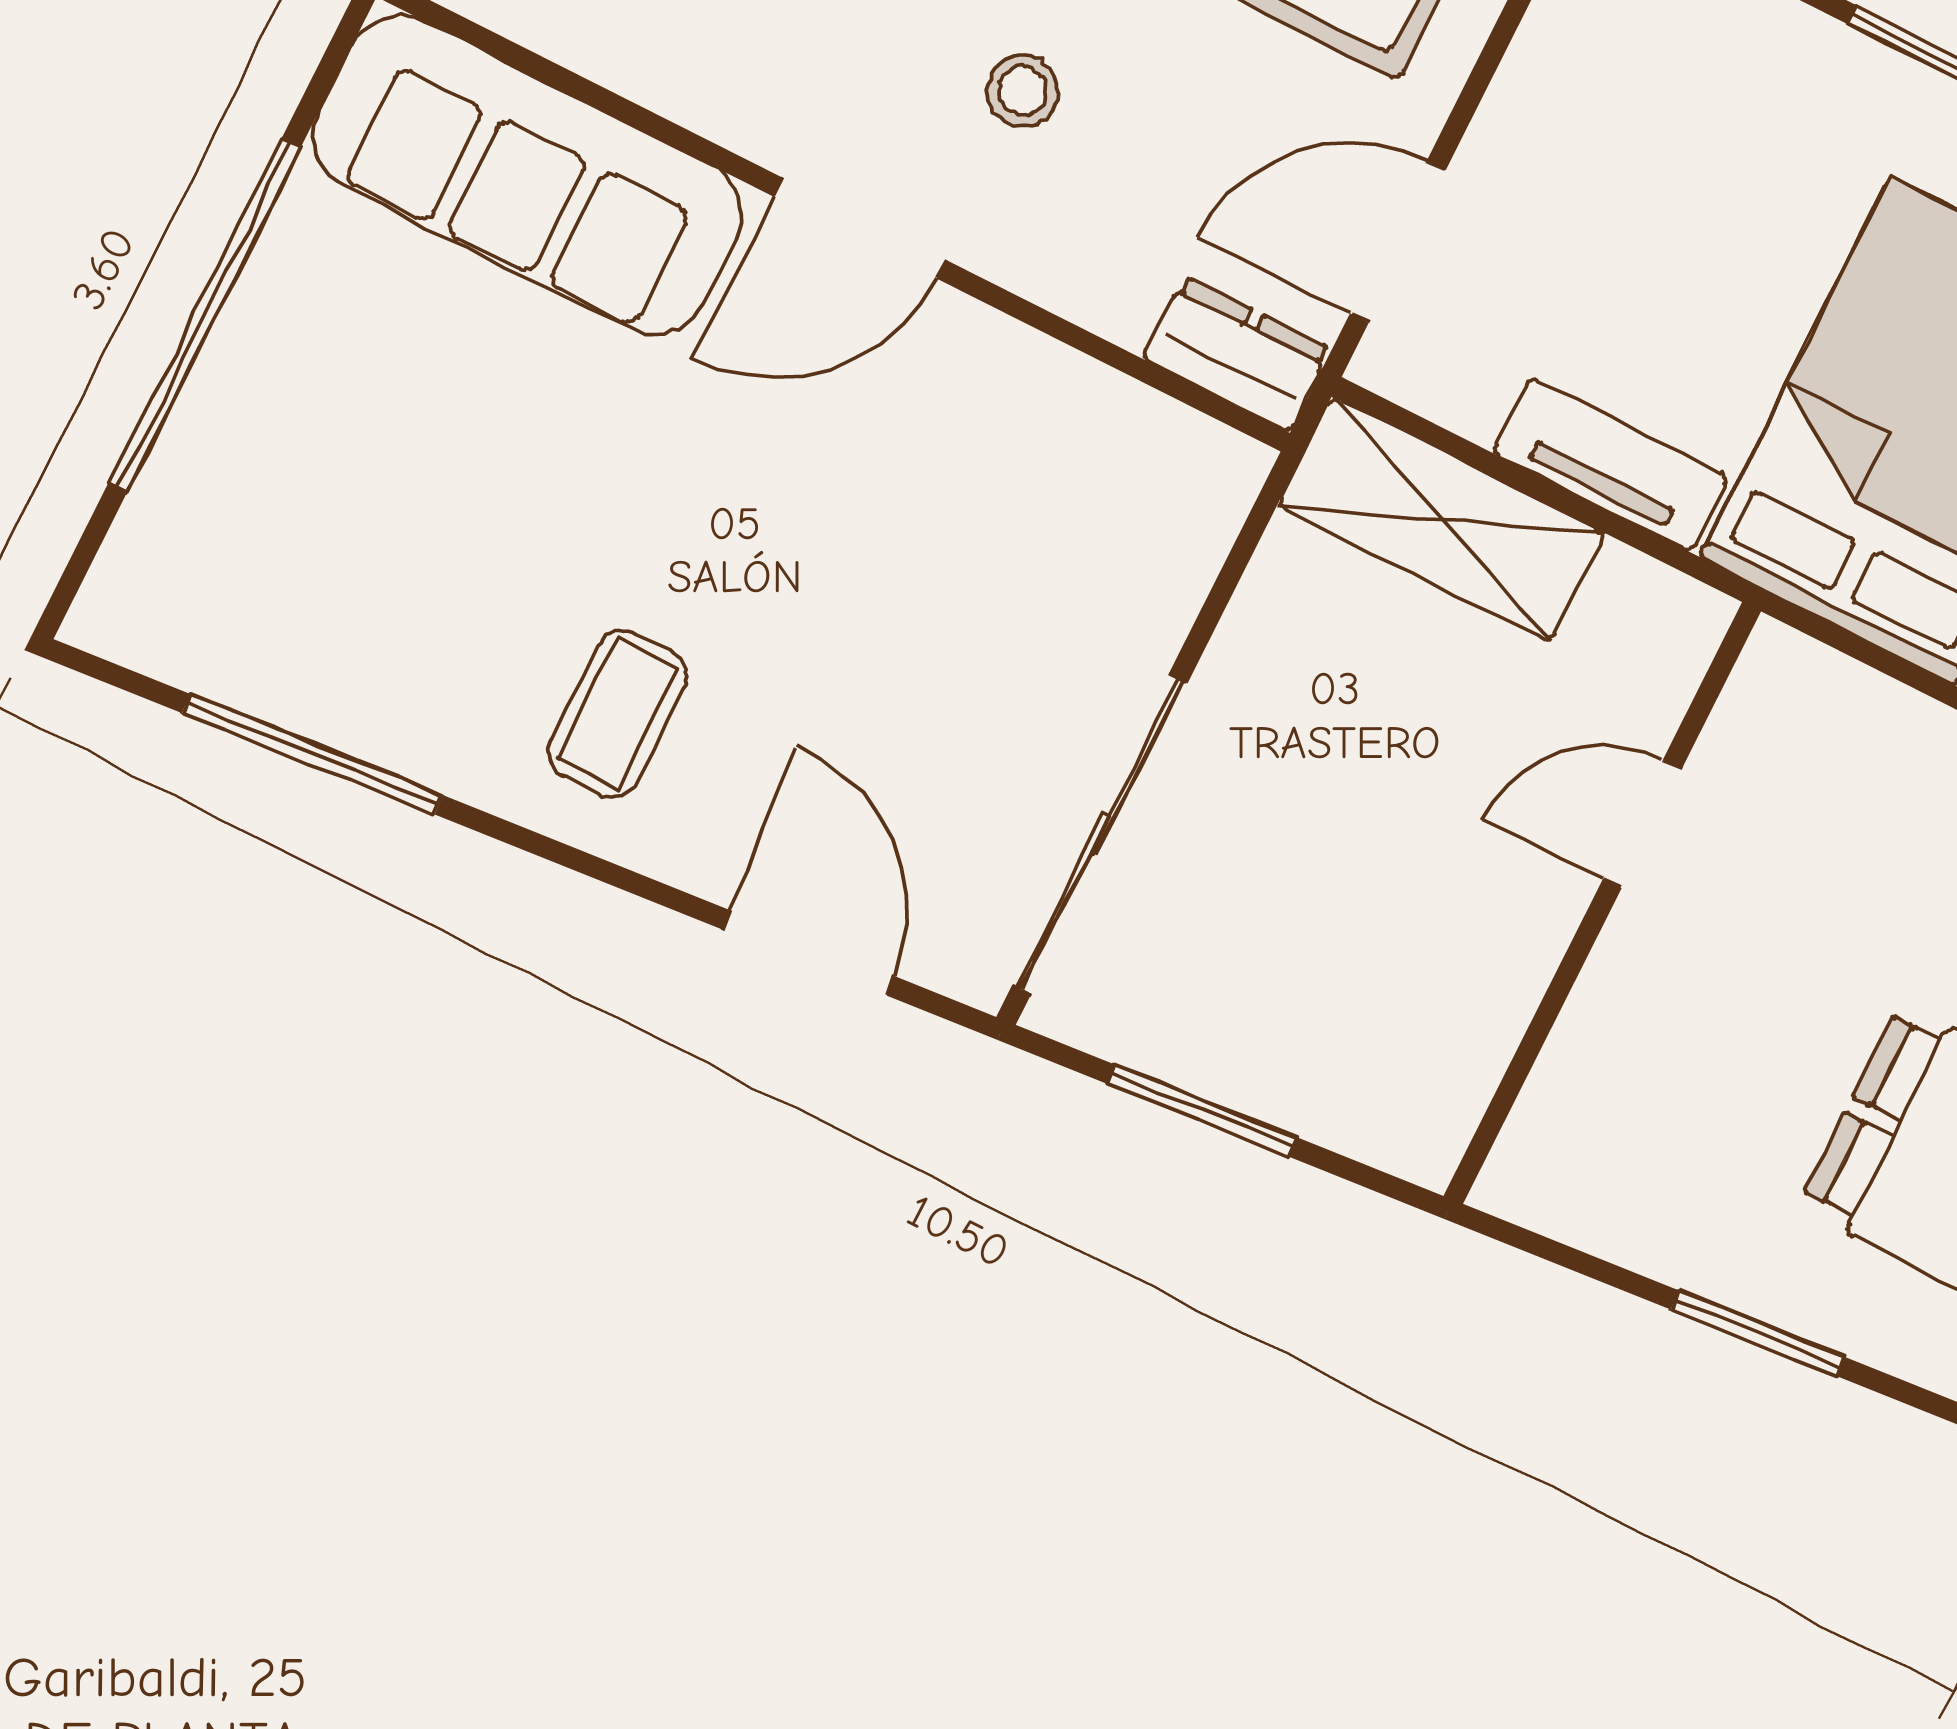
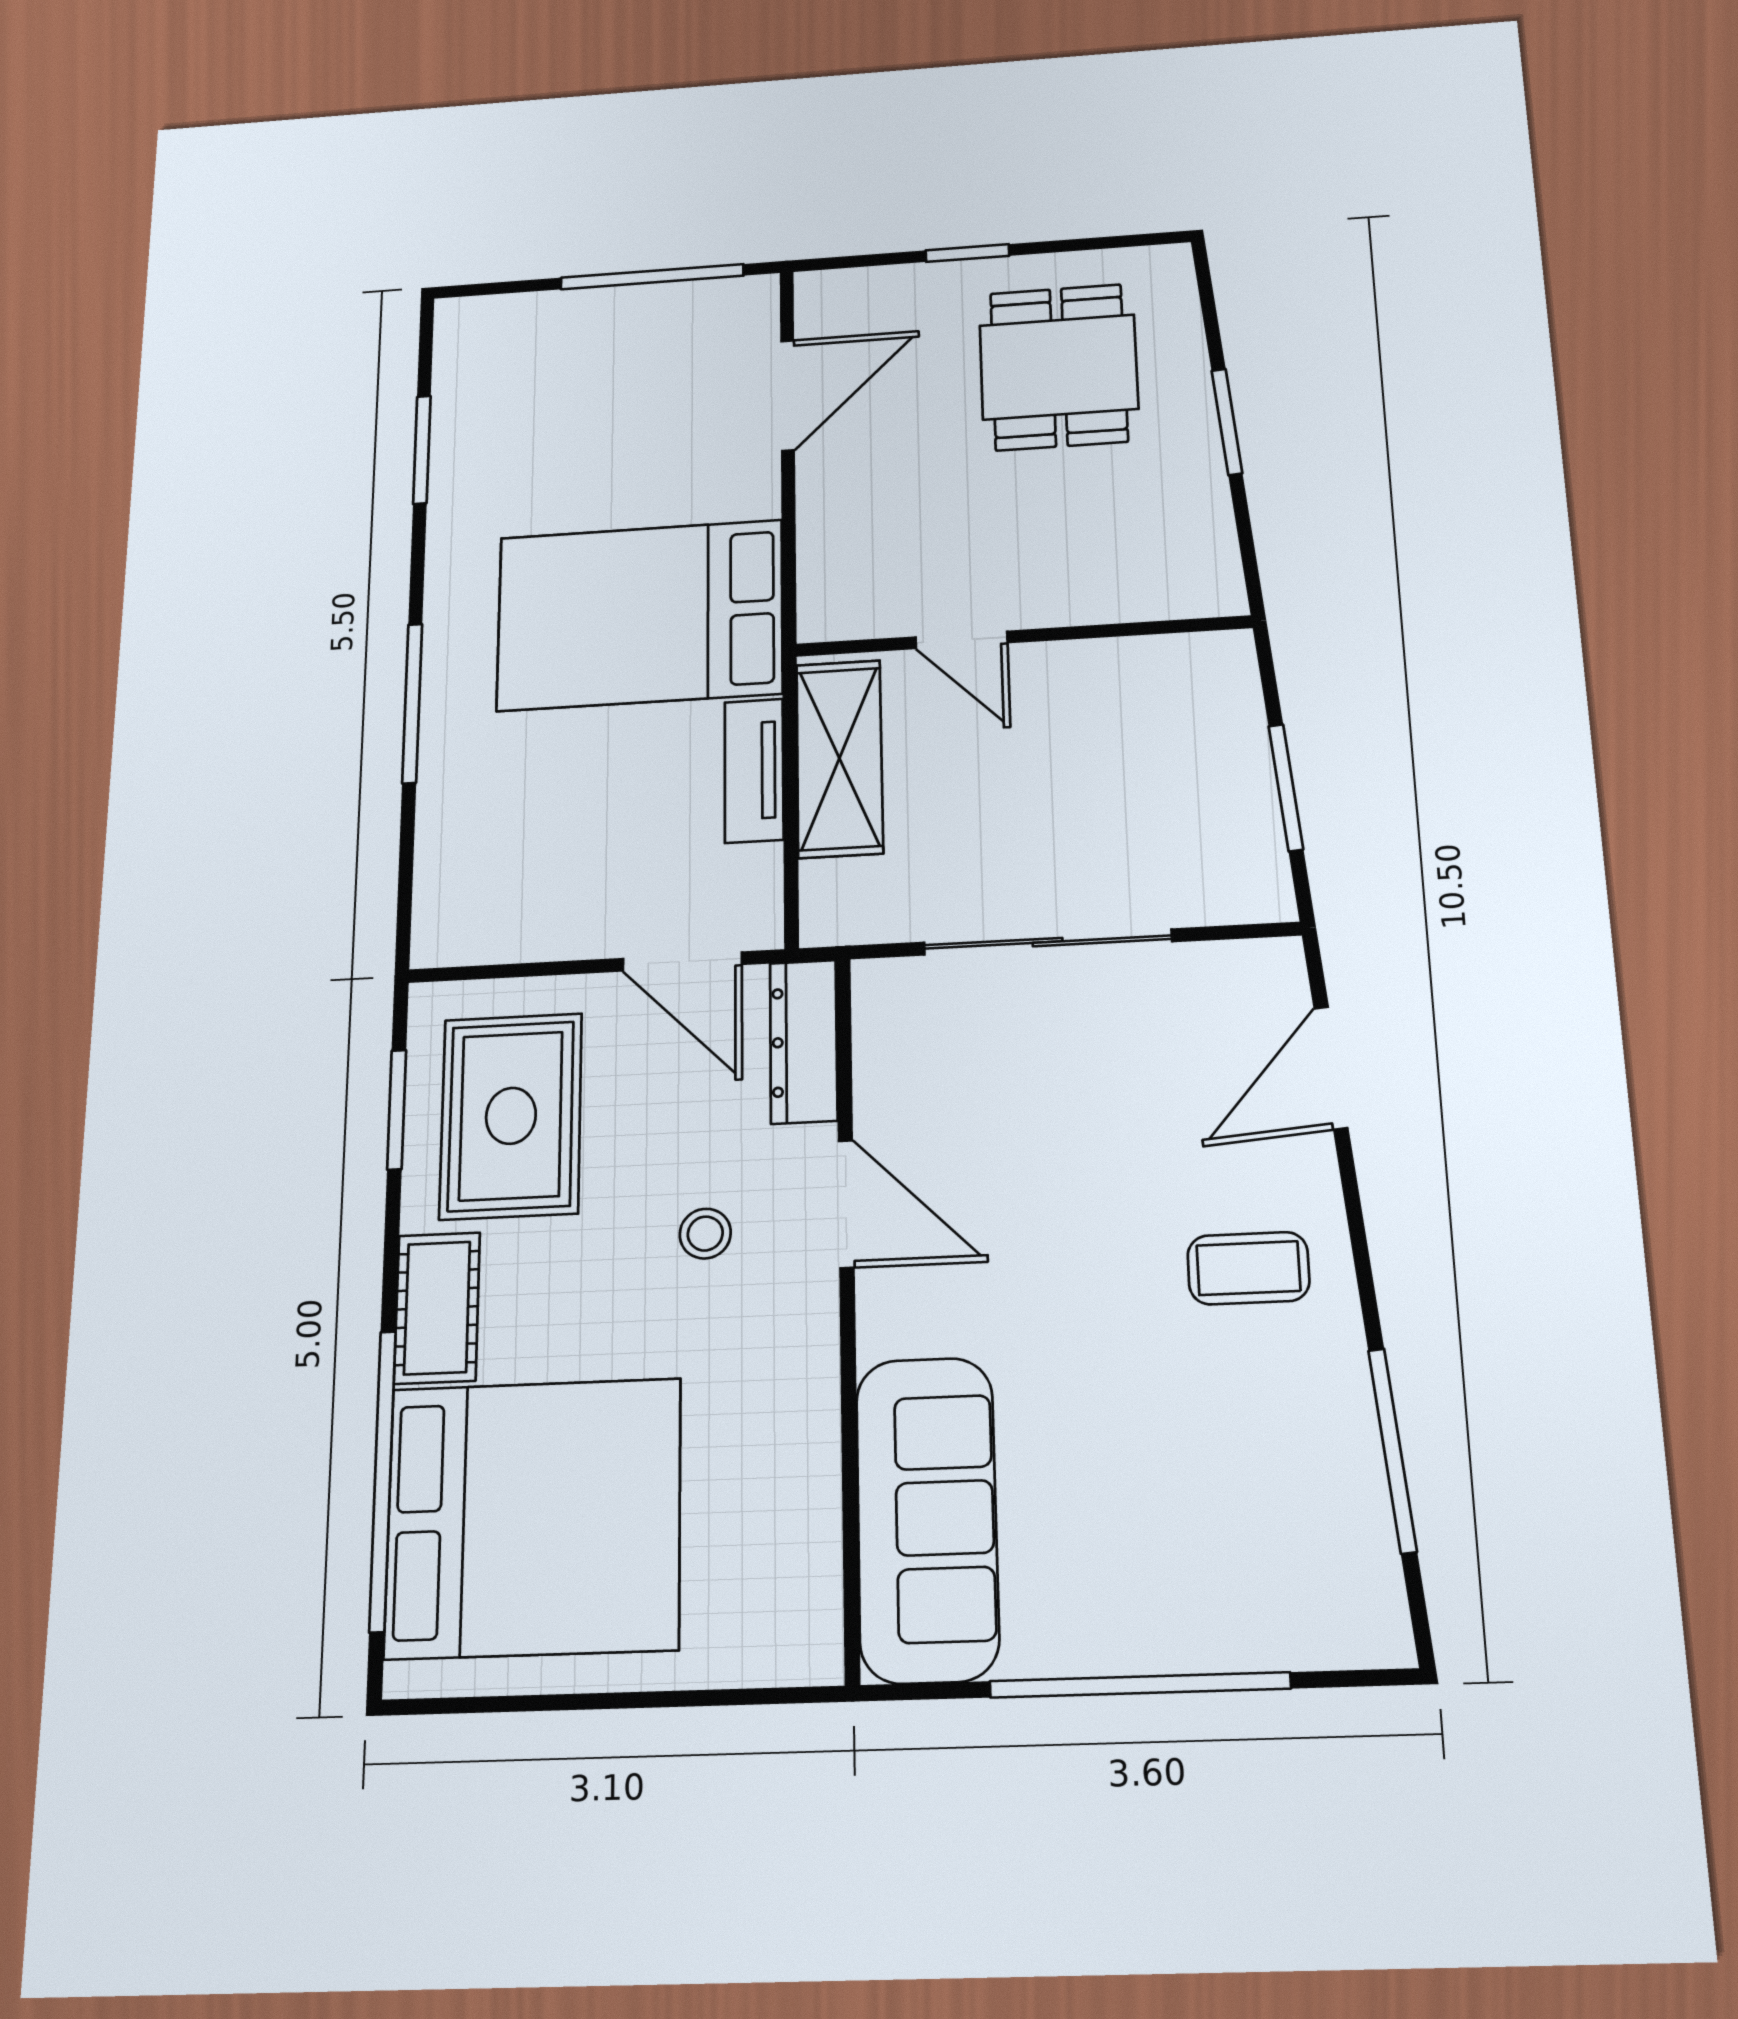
door: (860, 228) -> (846, 1204), moved
dresser: (1237, 354) -> (804, 1042), width x1.44
shelving: (1441, 519) -> (839, 758), moved
sliding door: (1100, 834) -> (1048, 942), moved

